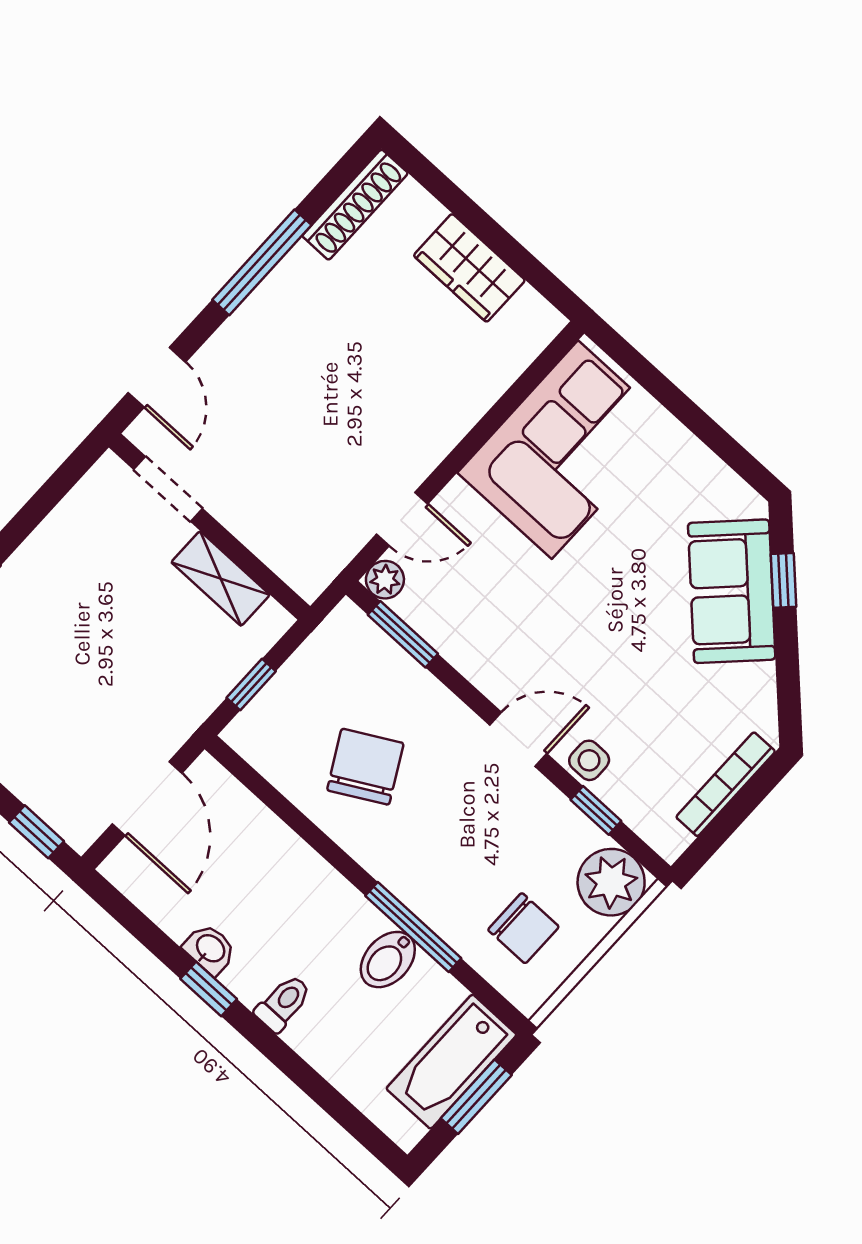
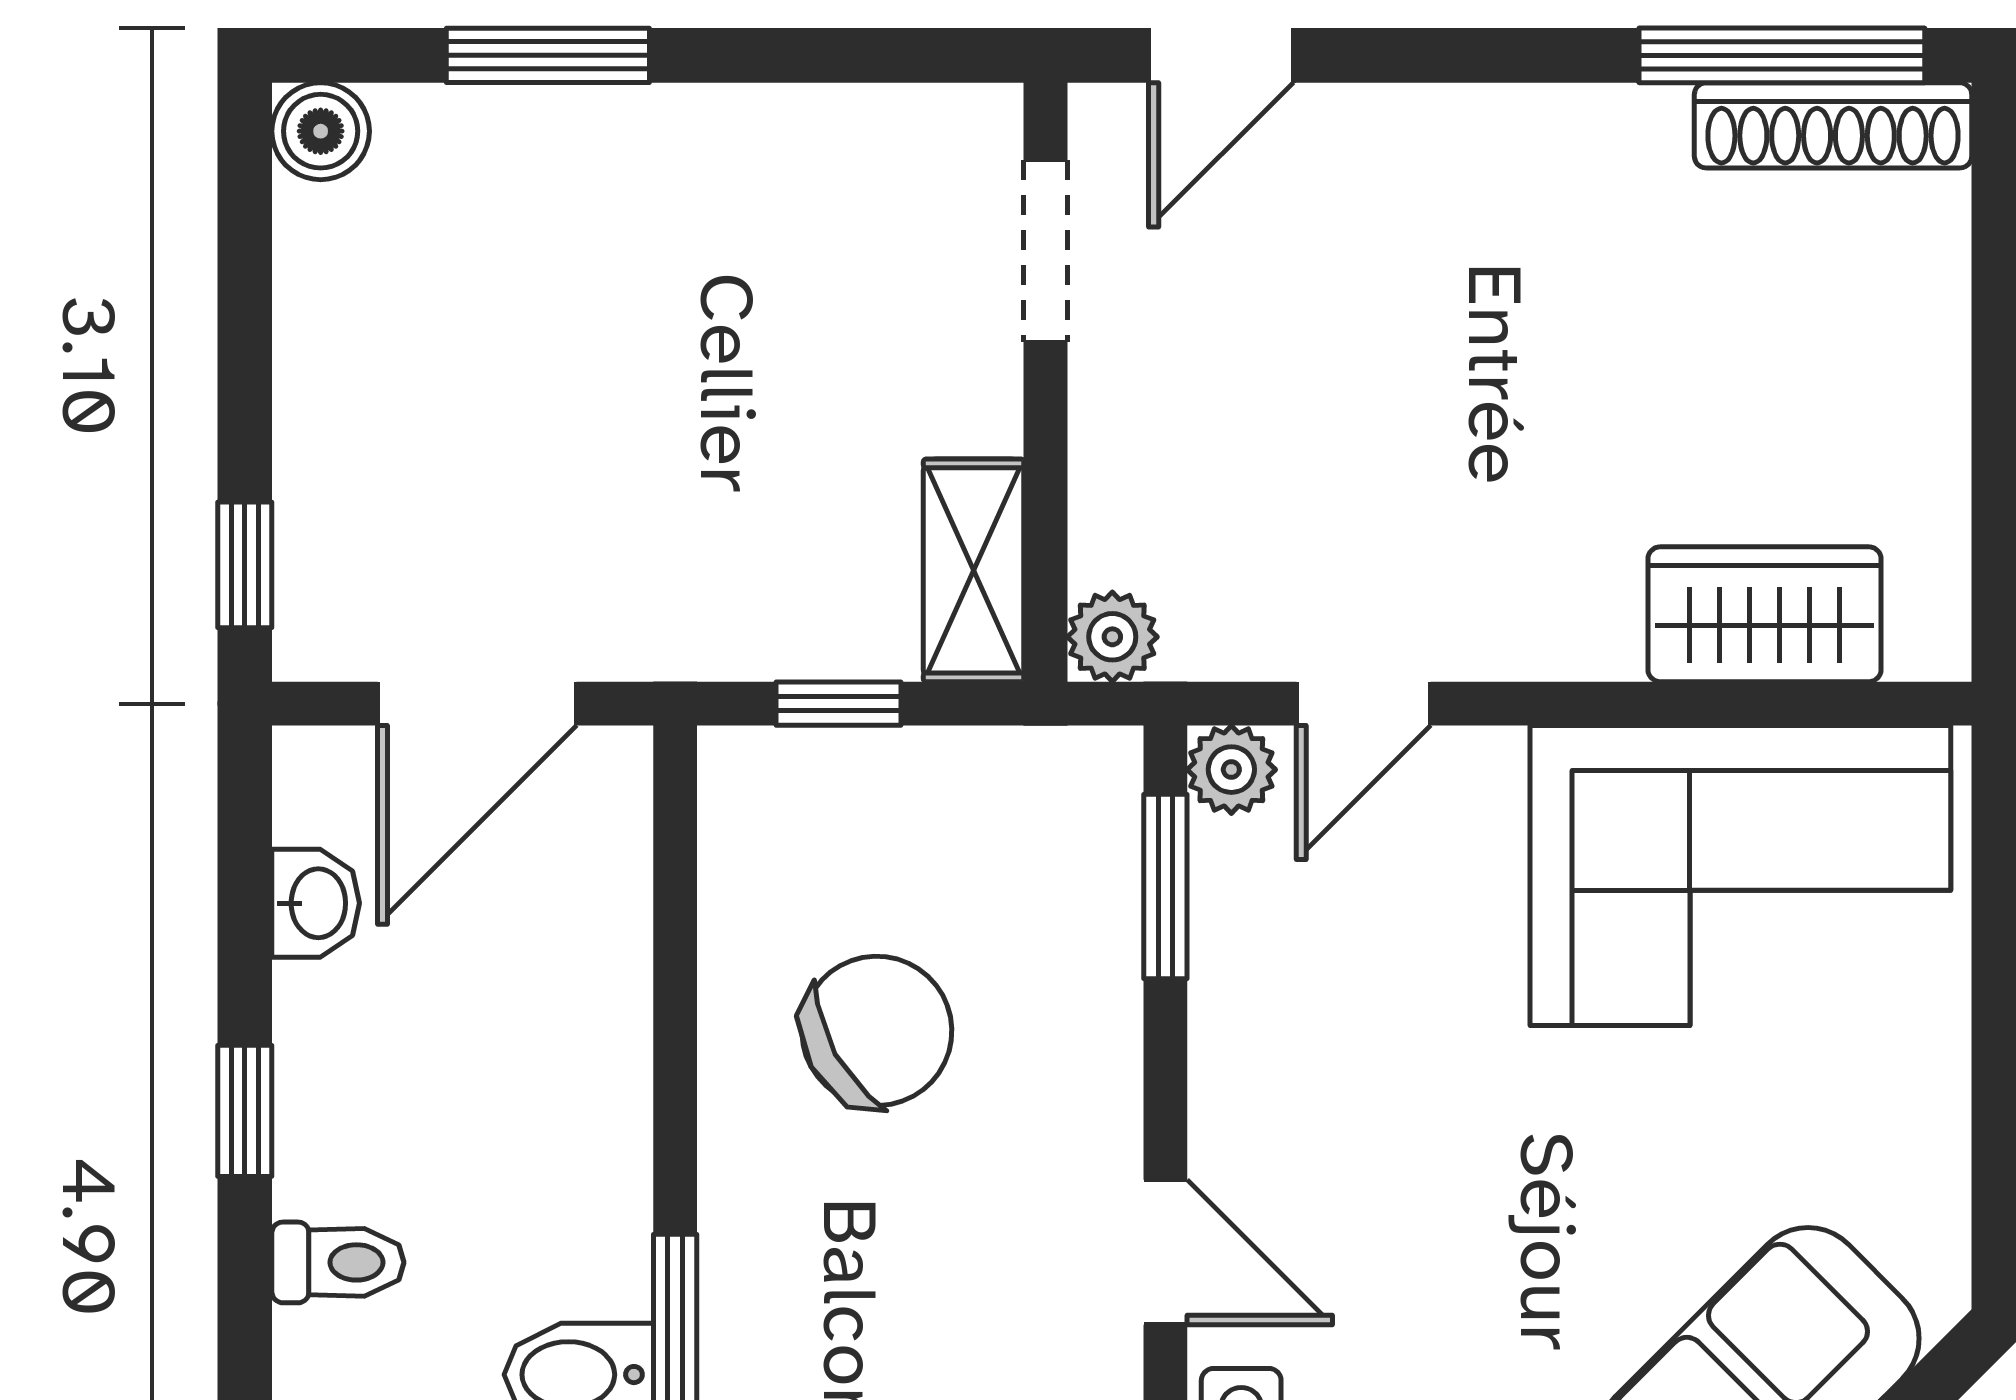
window: (262, 262) -> (1782, 55), moved
wardrobe: (469, 268) -> (1764, 614), moved, turned 90
door: (402, 519) -> (1364, 704), hinge flipped
shelving: (220, 578) -> (974, 570), moved
plant: (309, 579) -> (1112, 637), added
washbasin: (210, 949) -> (316, 903), moved

